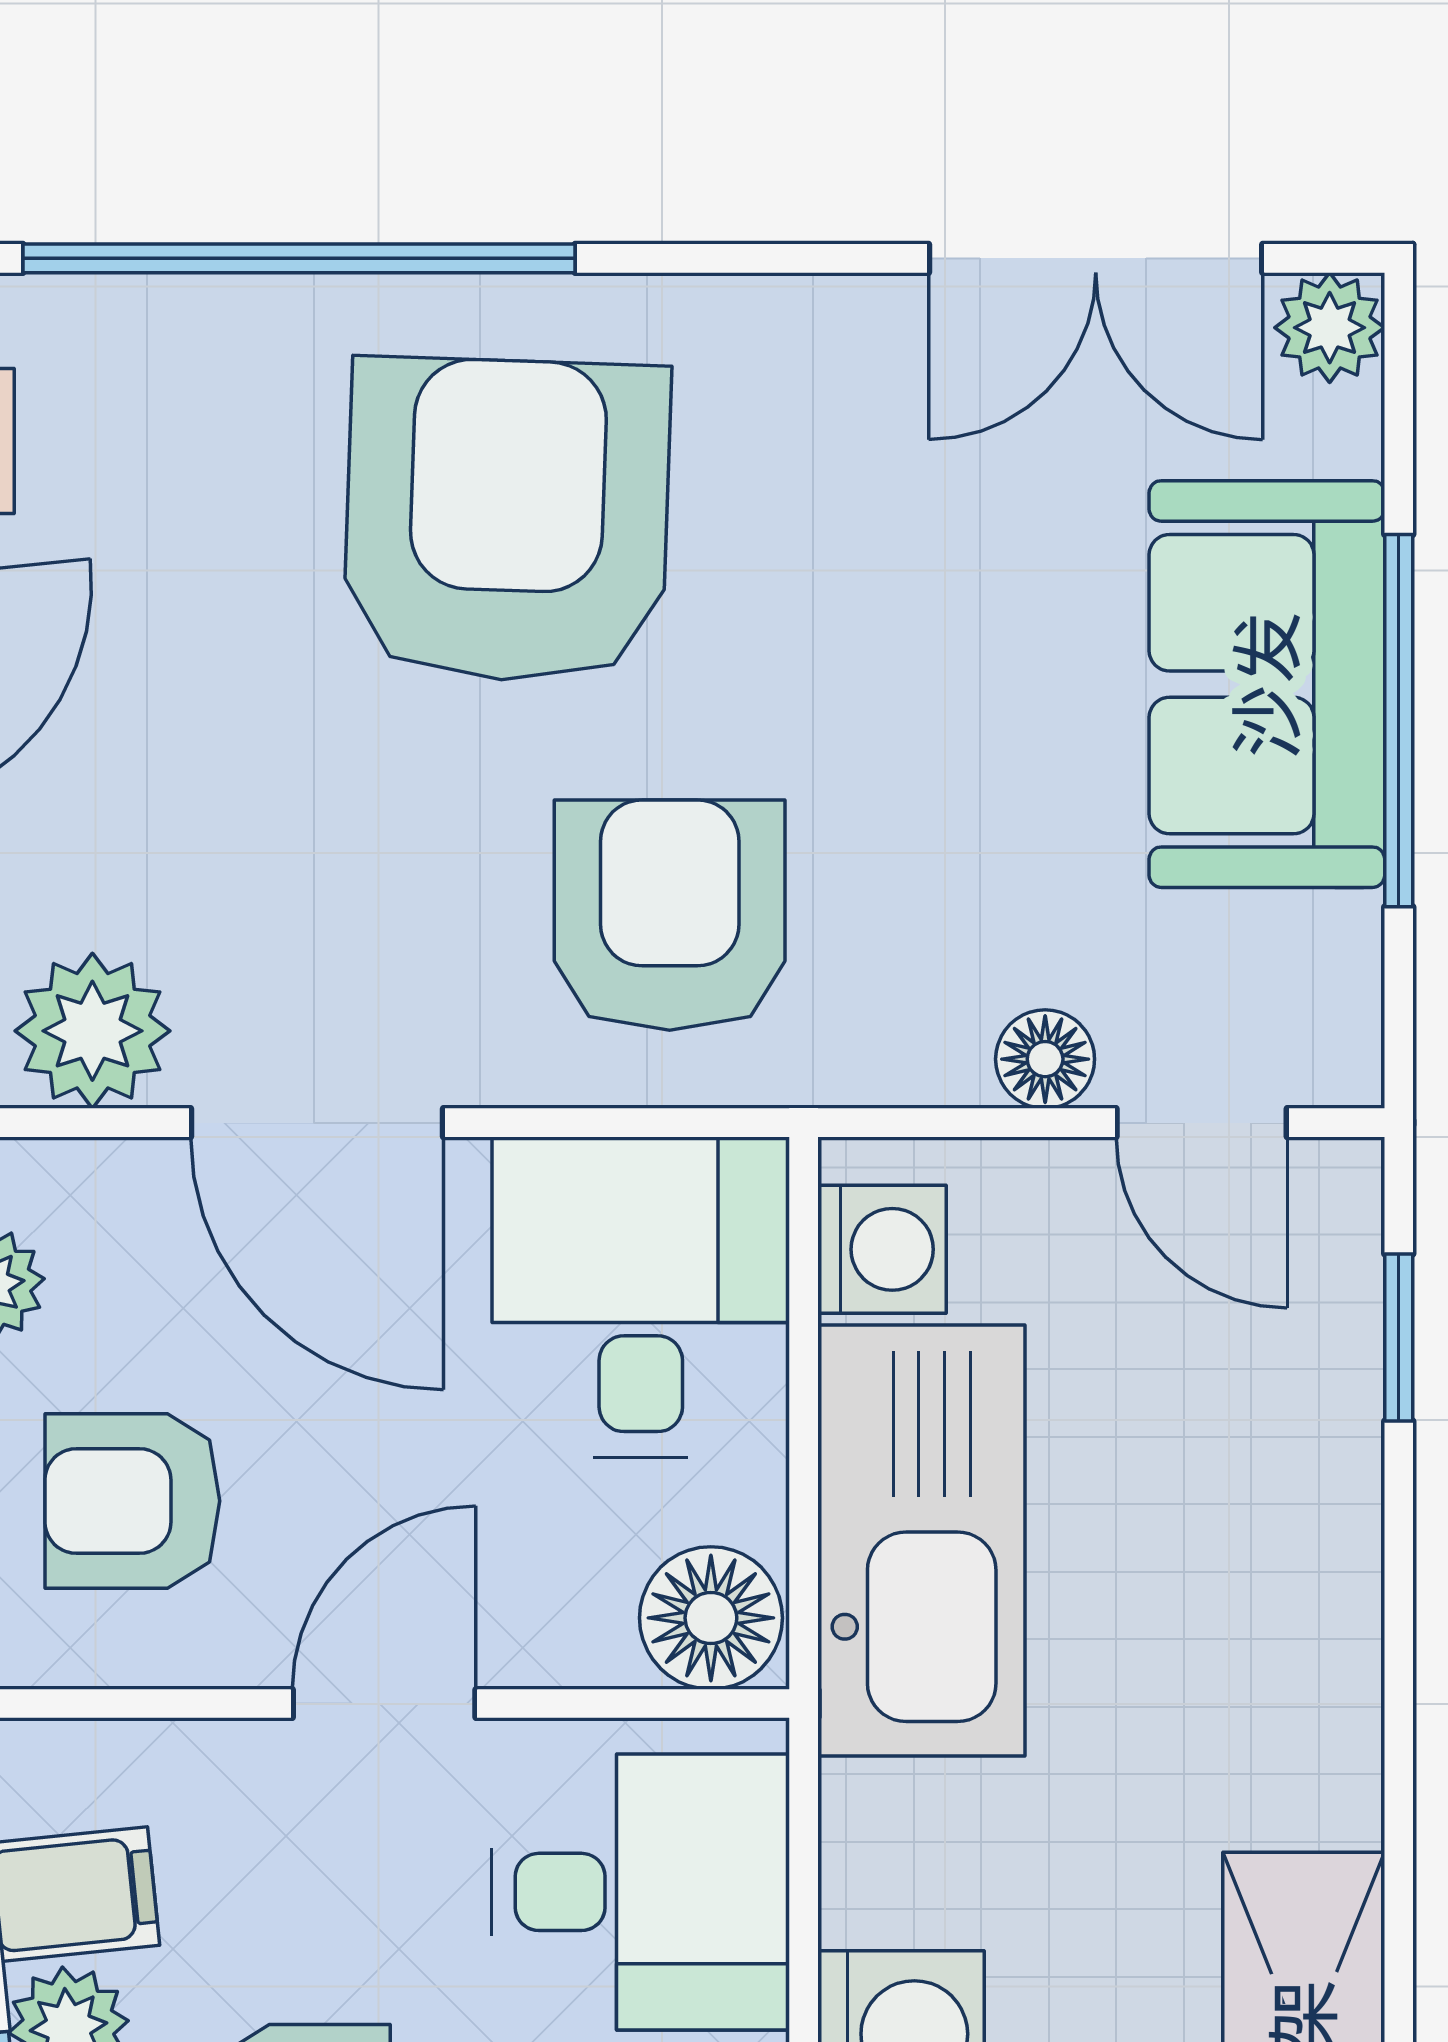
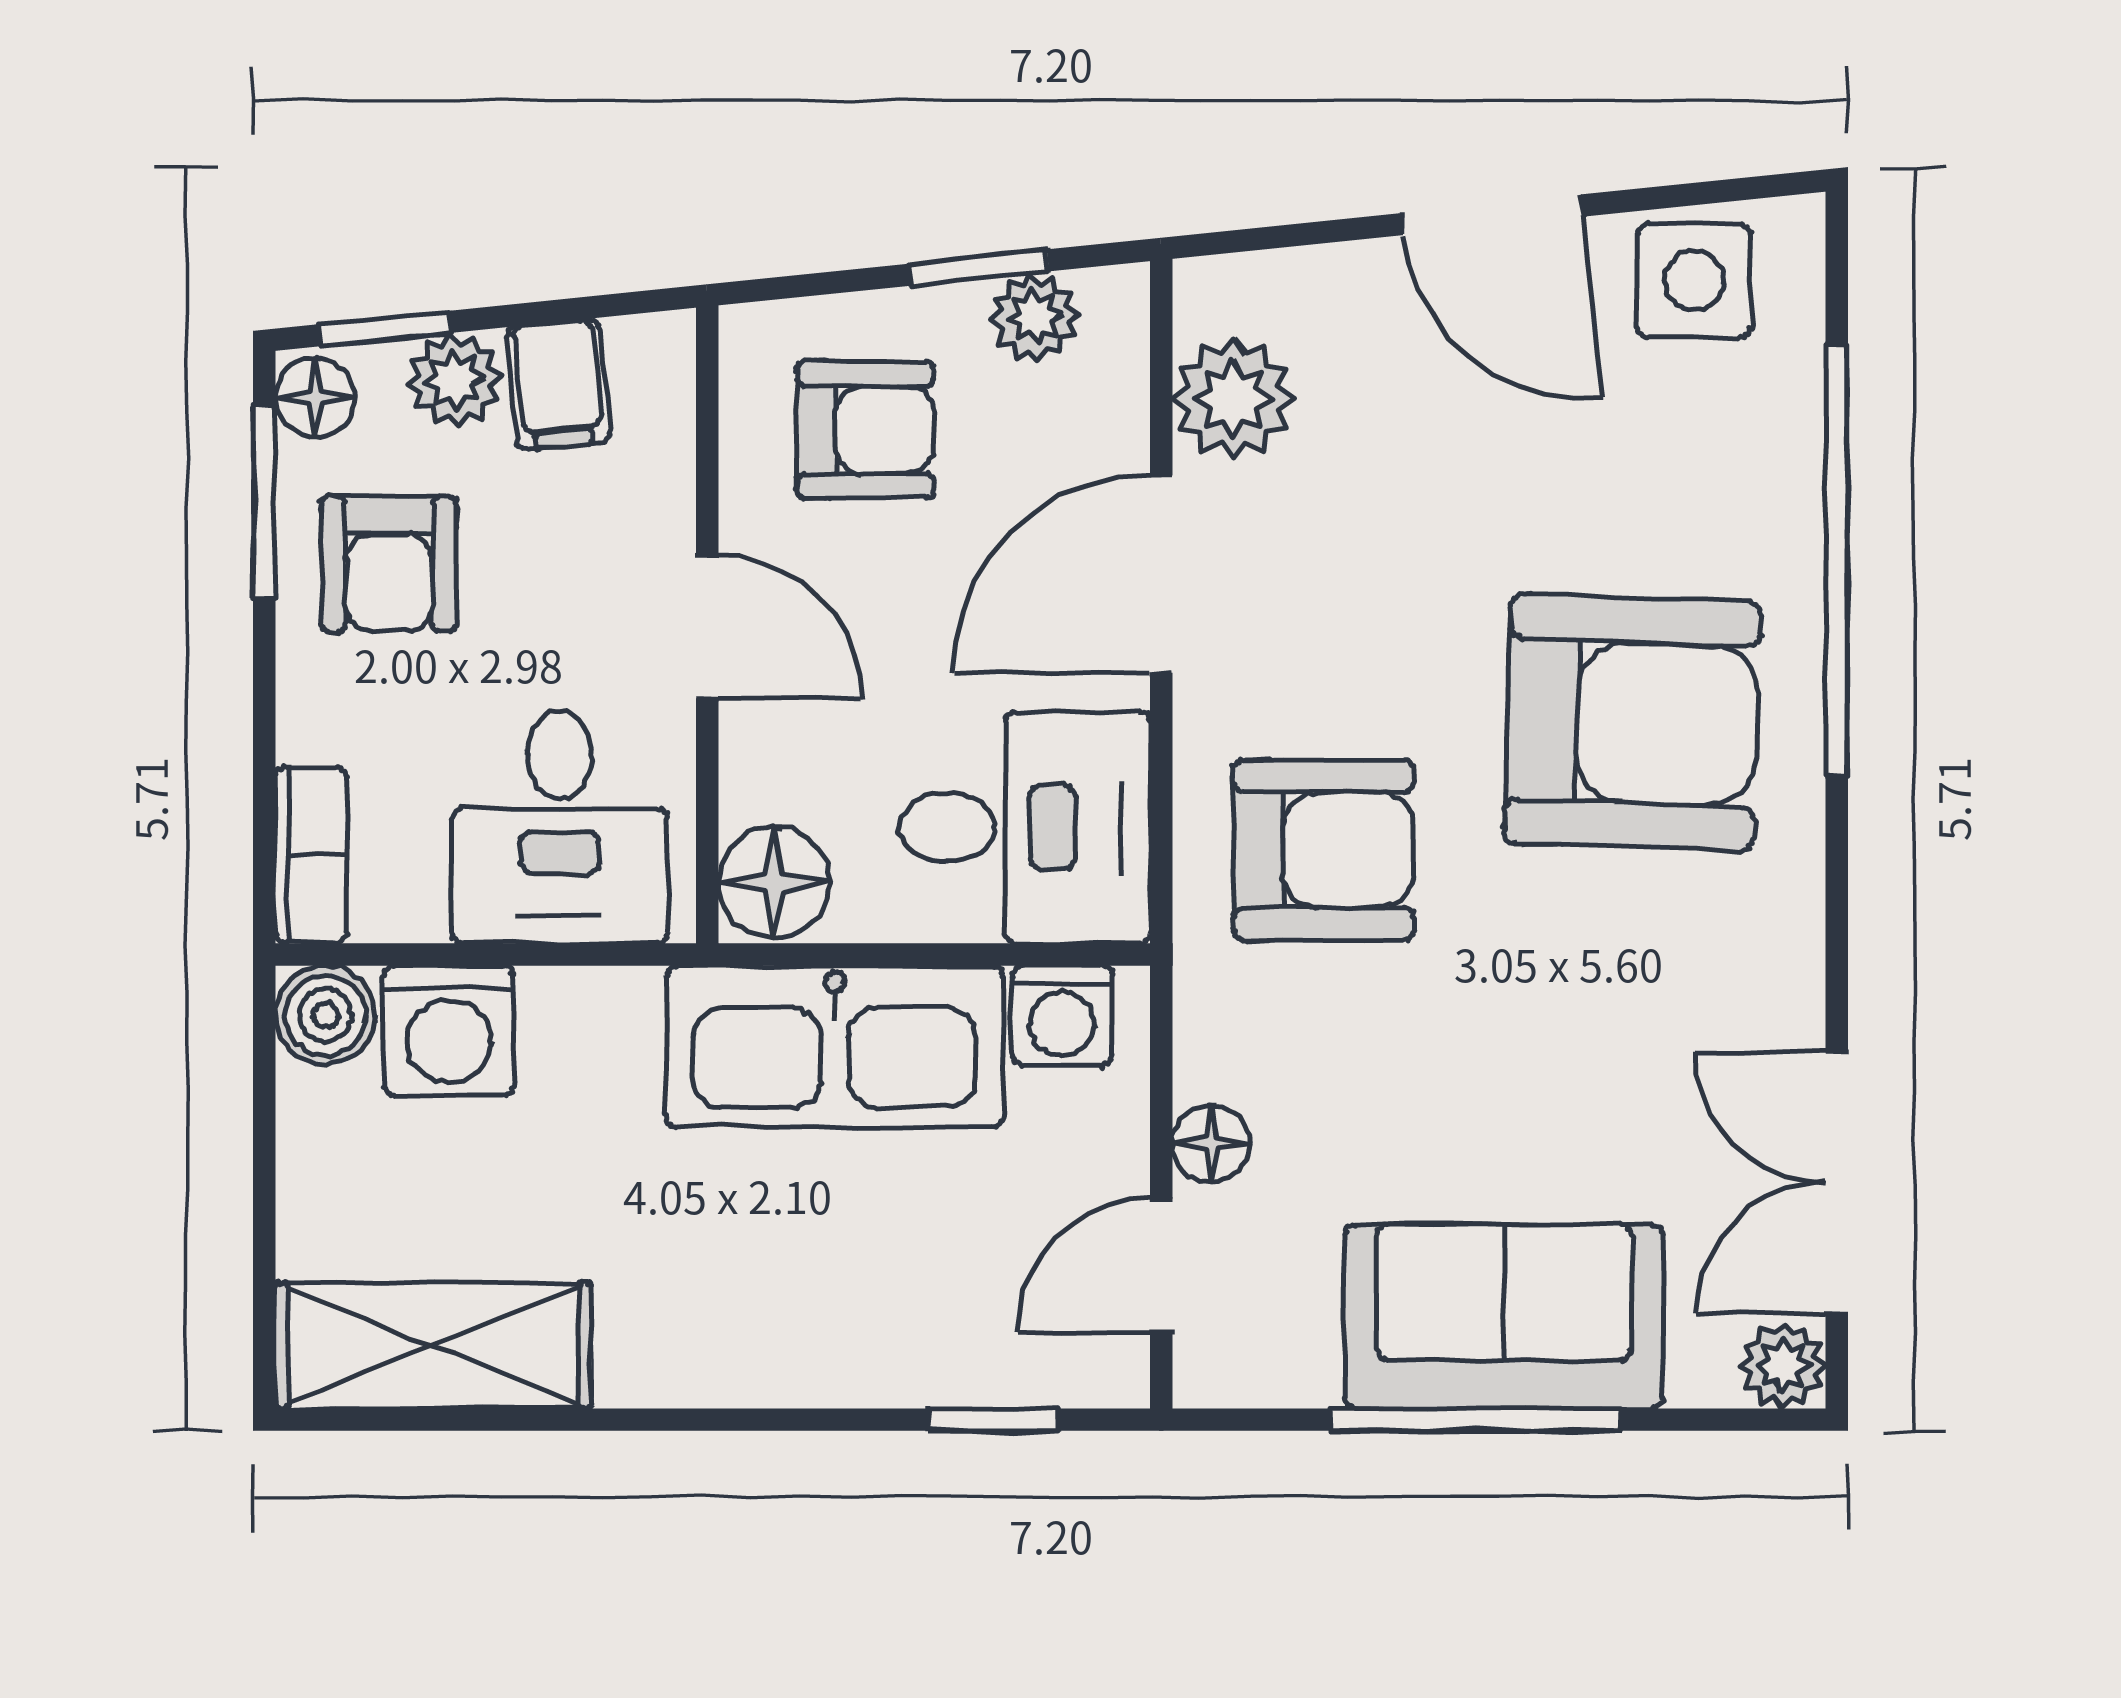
armchair: (132, 1501) -> (866, 430), turned 90

